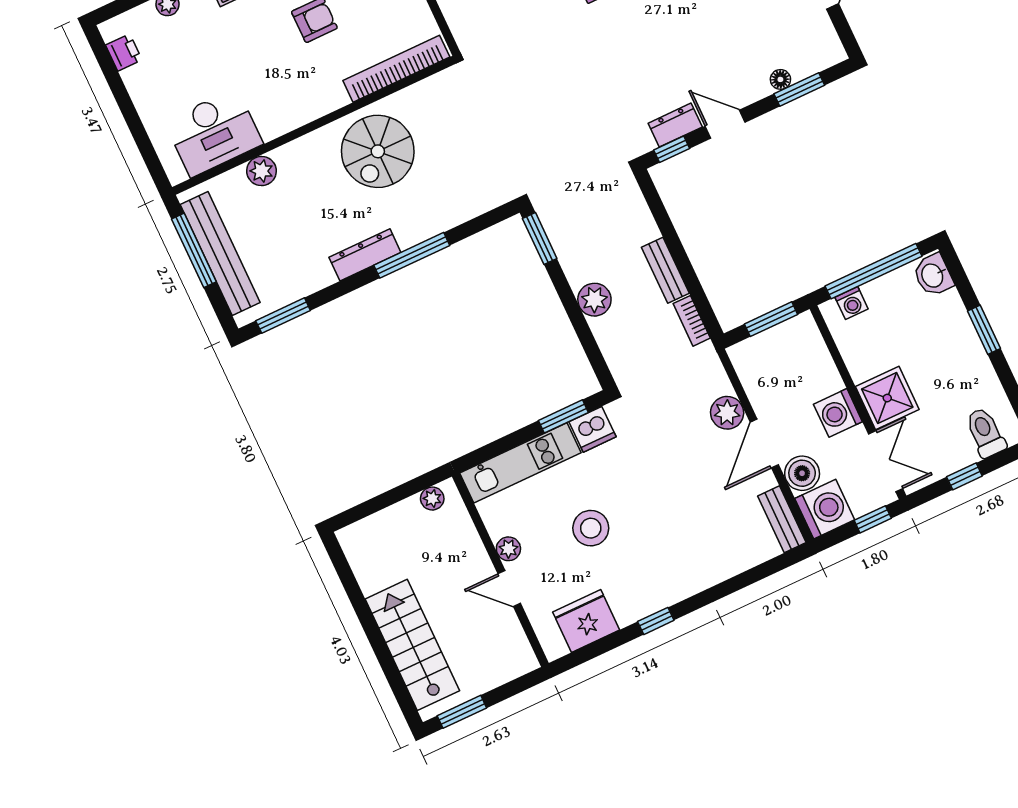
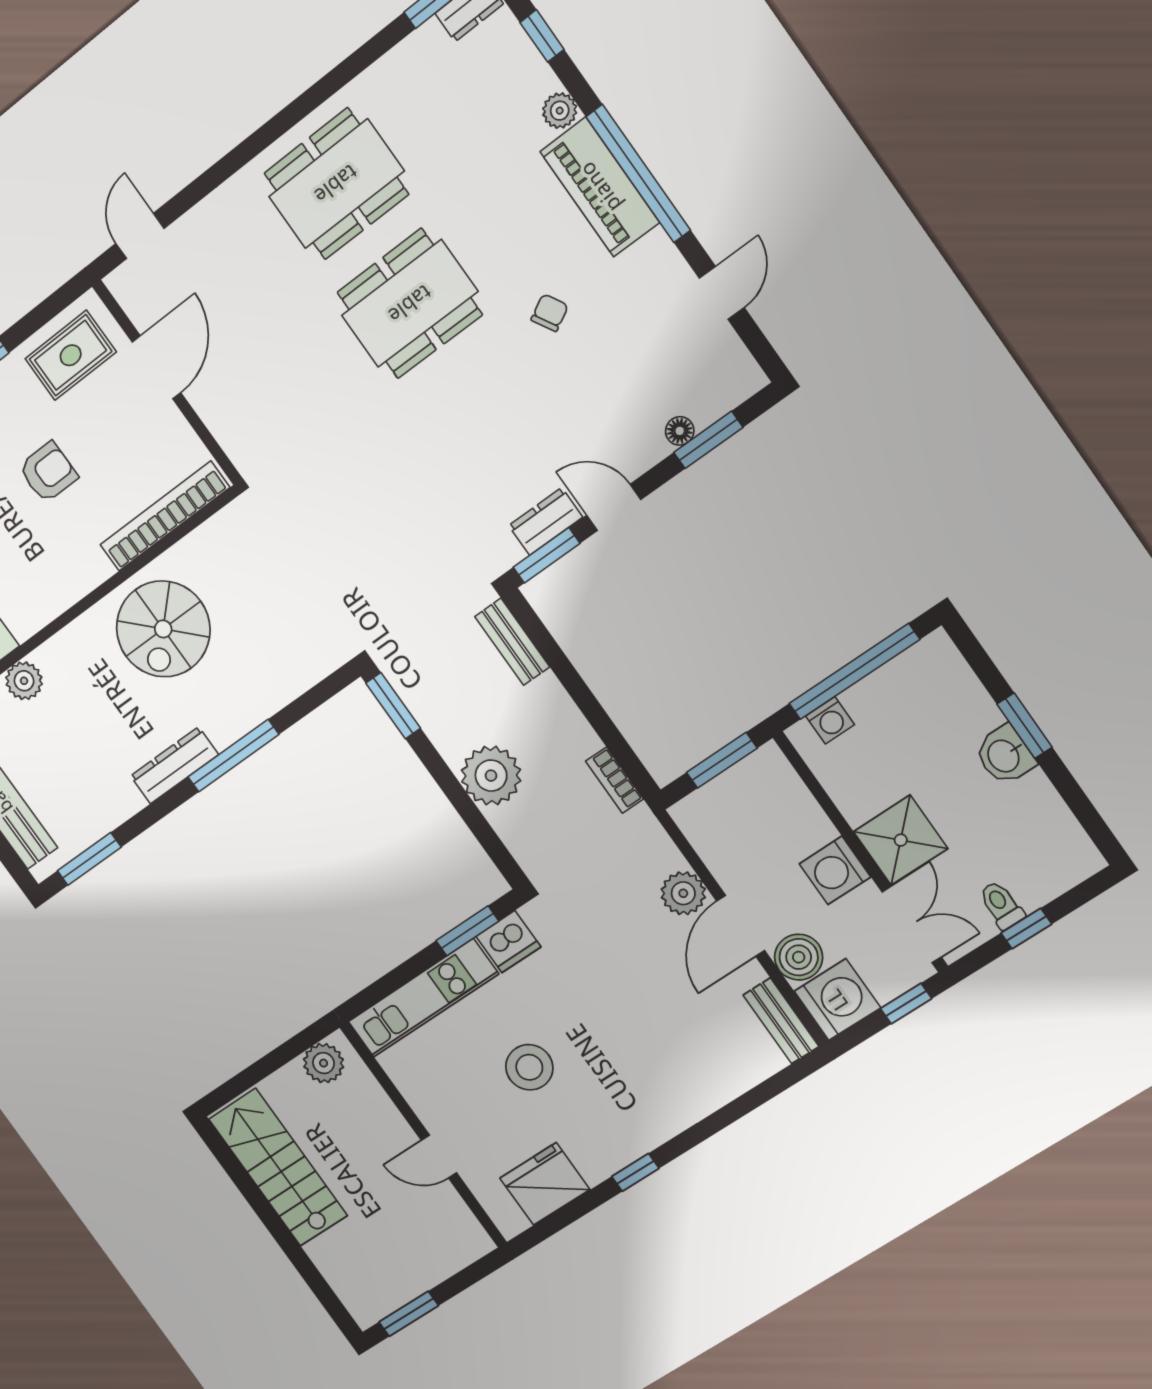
window: (672, 149) -> (546, 555), width x1.50
bench: (665, 270) -> (512, 642), moved
washbasin: (933, 275) -> (1005, 755), moved
plant: (594, 300) -> (491, 776), width x1.36, depth x1.36
toilet: (985, 433) -> (1001, 905), moved, width x0.73, depth x0.72
plant: (432, 499) -> (324, 1063), width x1.38, depth x1.38
plant: (508, 549) -> (429, 1107), removed
stairs: (412, 645) -> (278, 1167), moved

